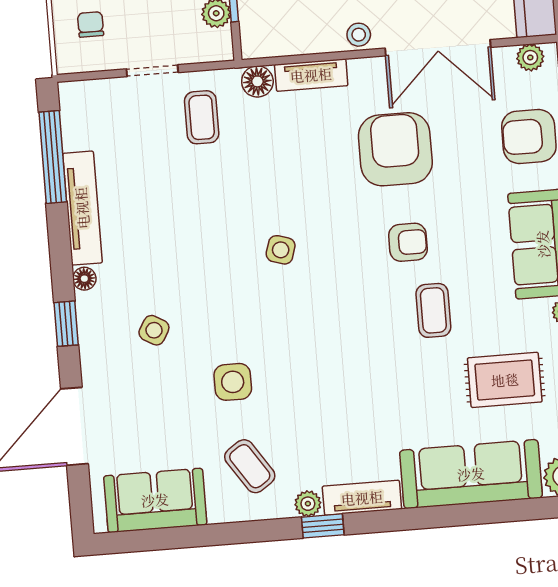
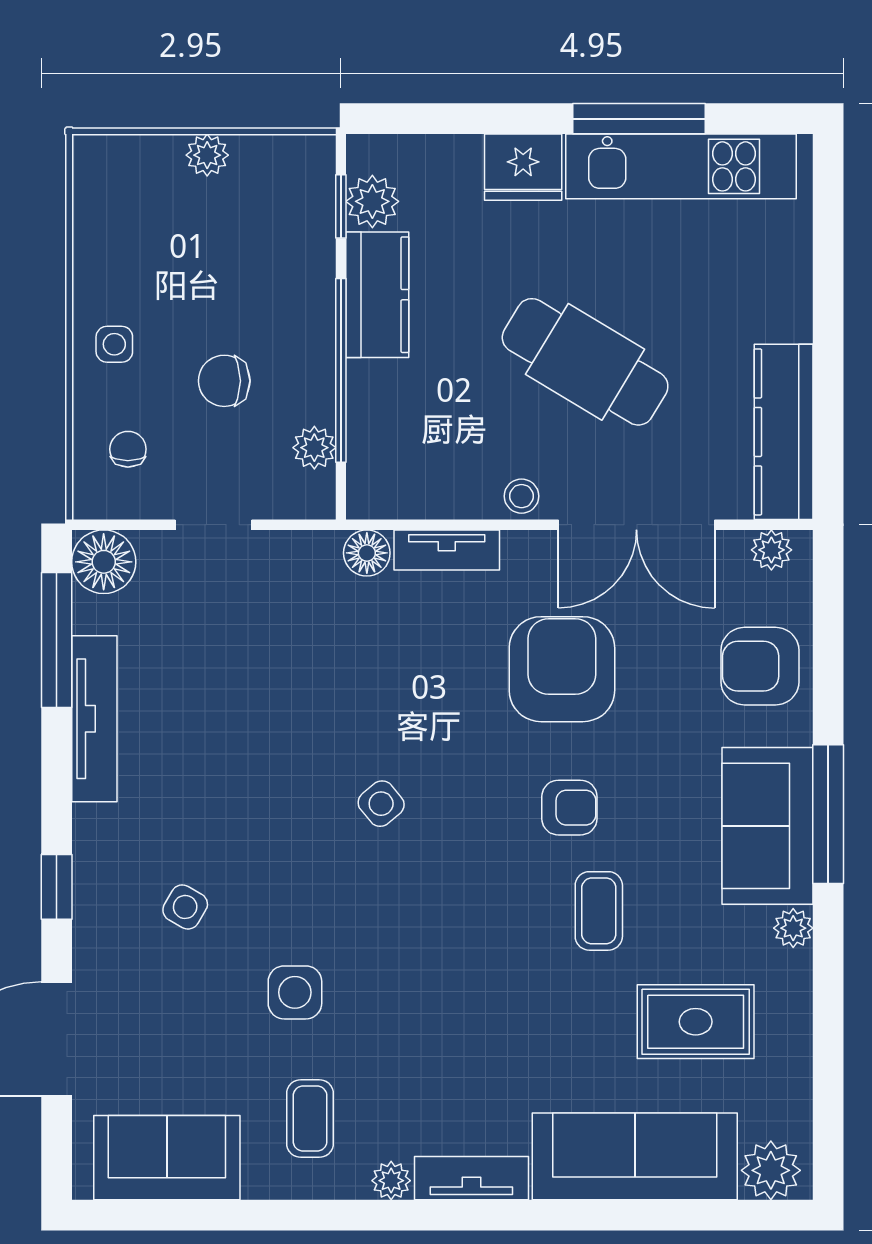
coffee table: (202, 117) -> (281, 599), removed
side table: (281, 250) -> (381, 804), turned 33
floor lamp: (84, 279) -> (104, 562), moved, width x1.89, depth x1.89
coffee table: (250, 466) -> (310, 1119), turned 34
window: (323, 526) -> (410, 1215), removed

